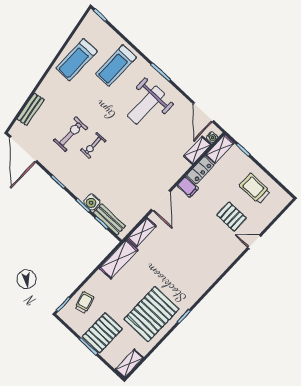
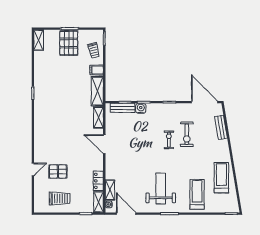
filing cabinet: (188, 187) -> (97, 70), moved
pallet: (151, 314) -> (52, 78), removed

